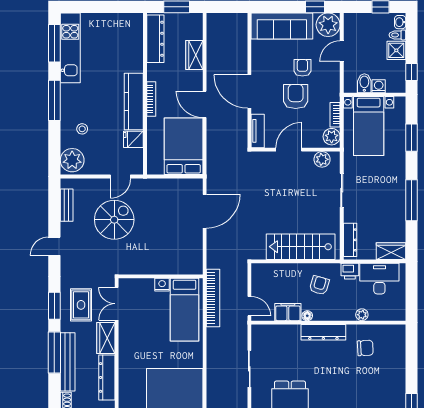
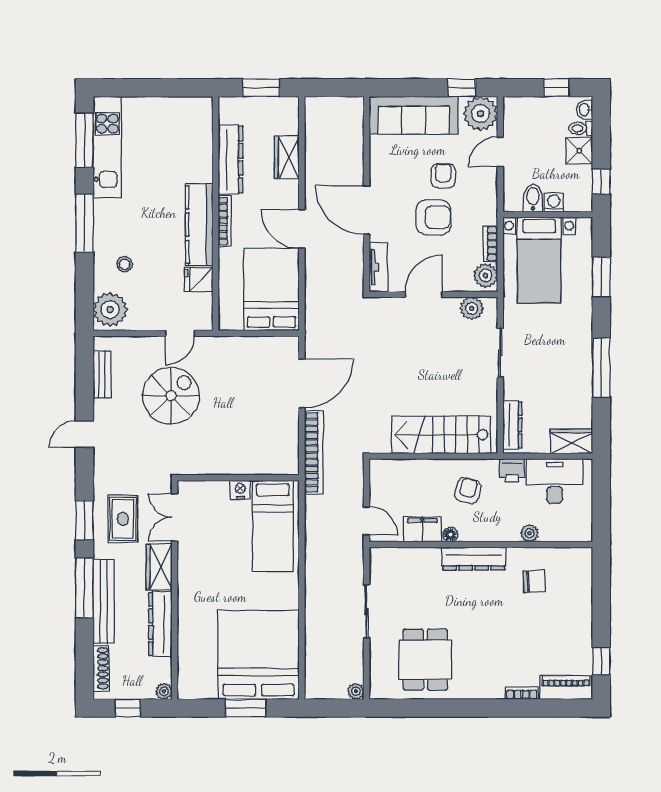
dresser: (155, 39) -> (231, 159), moved
armchair: (296, 96) -> (434, 217), turned 90
bookcase: (213, 298) -> (314, 452), moved

